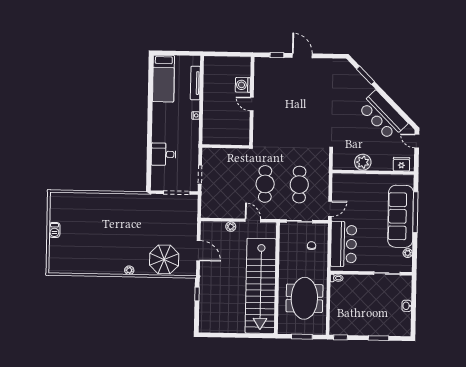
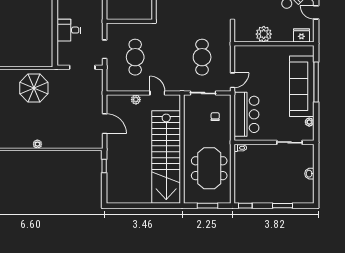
cafe table: (265, 184) -> (135, 57), moved
parasol: (164, 259) -> (34, 88), moved

